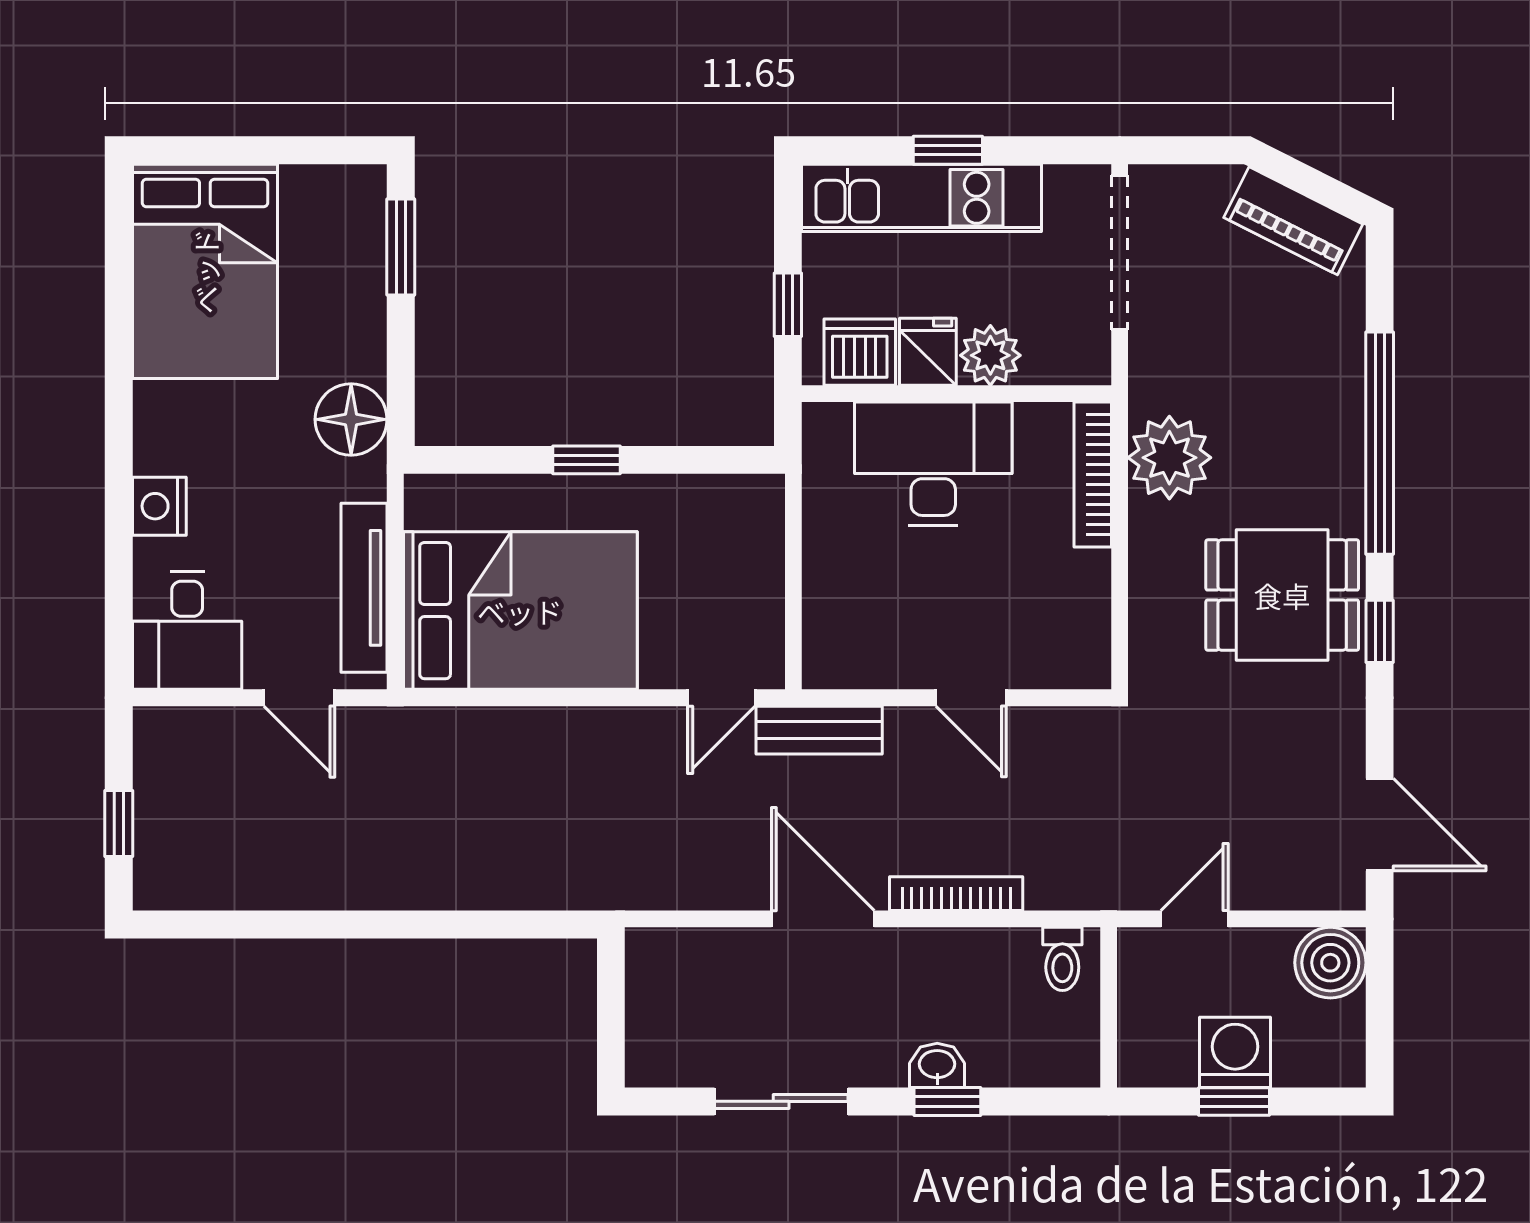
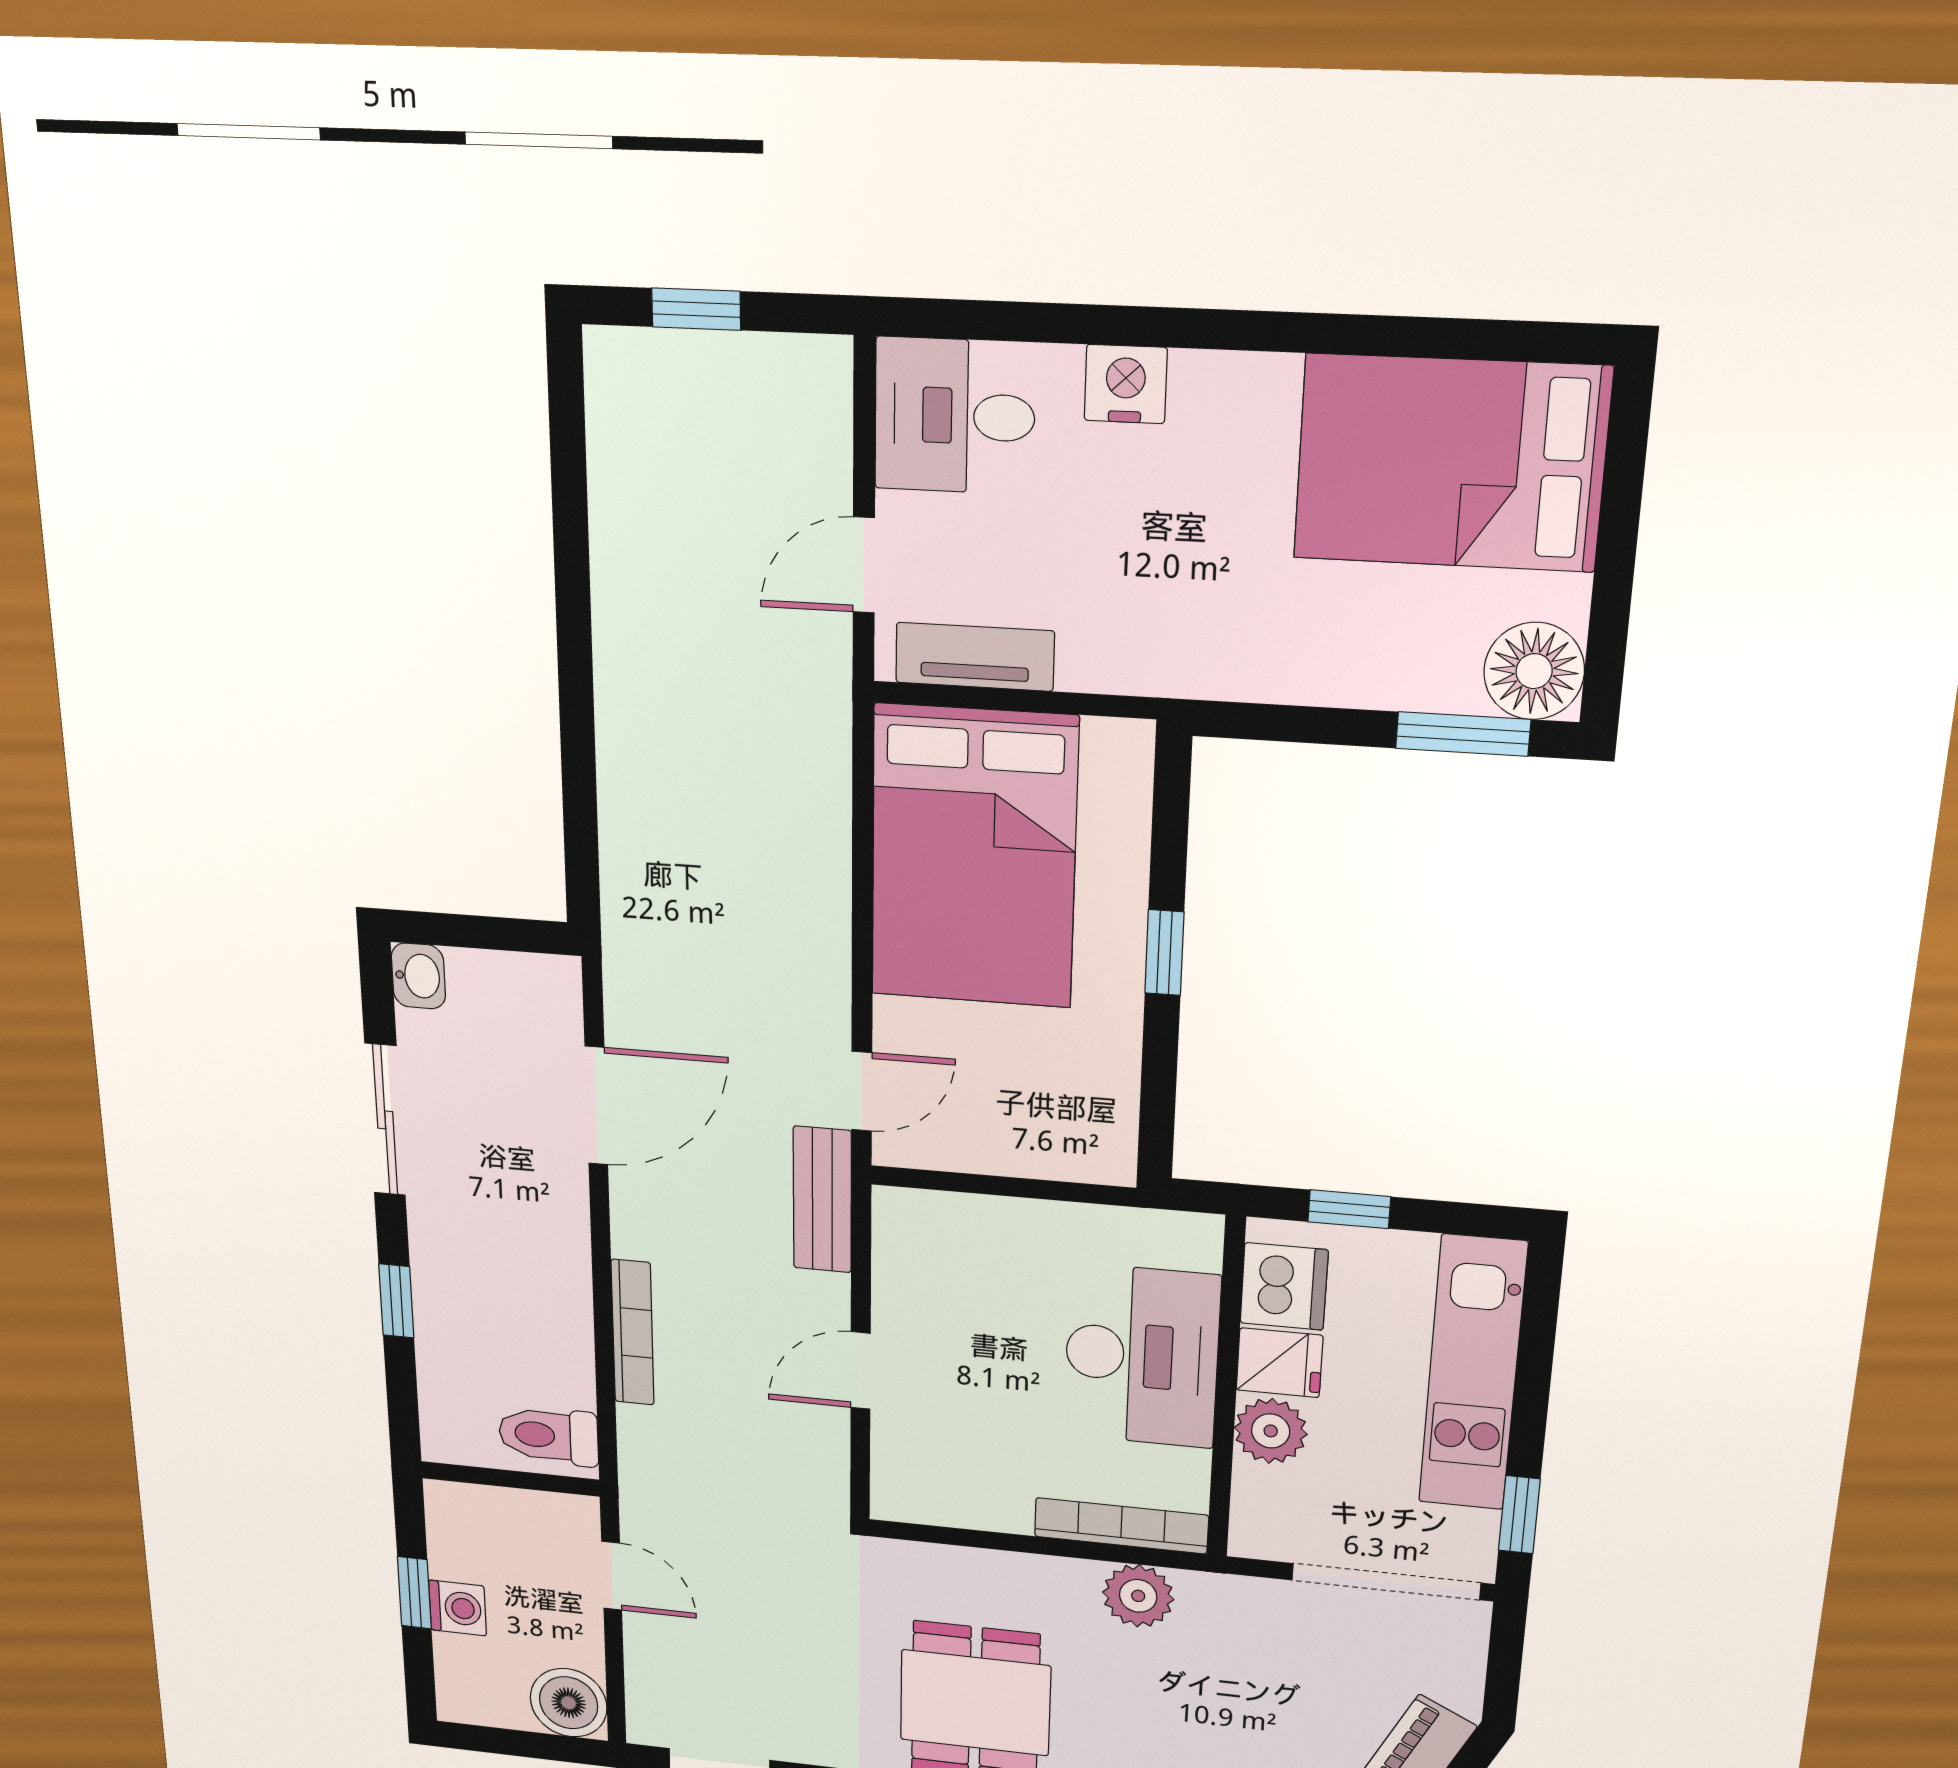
window: (948, 150) -> (1519, 1515), moved
floor lamp: (351, 419) -> (1534, 671), moved
plant: (1169, 458) -> (1138, 1596), width x0.73, depth x0.73
tv unit: (364, 588) -> (975, 657), width x0.71
door: (721, 698) -> (862, 1091), swing flipped
door: (823, 919) -> (596, 1106), moved
toilet: (1062, 959) -> (549, 1436), width x1.37, depth x1.39
washing machine: (1235, 1052) -> (457, 1608), width x0.73, depth x0.73
washbasin: (937, 1065) -> (418, 976), moved

